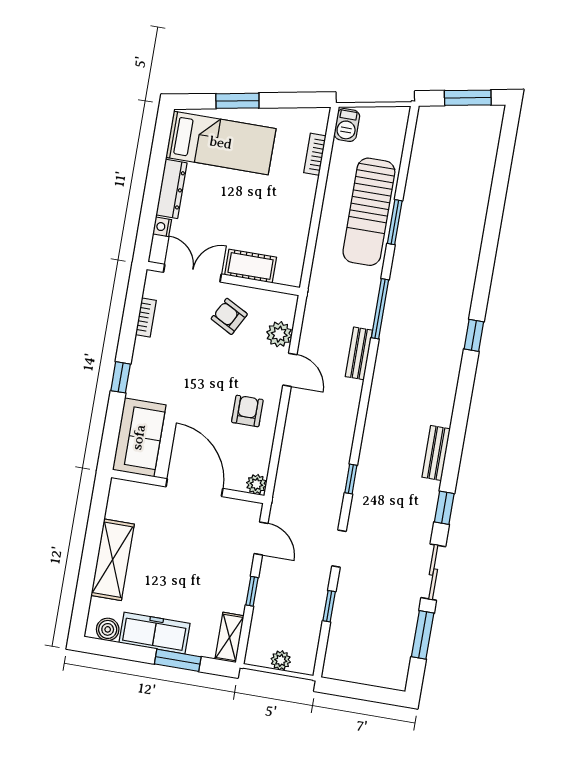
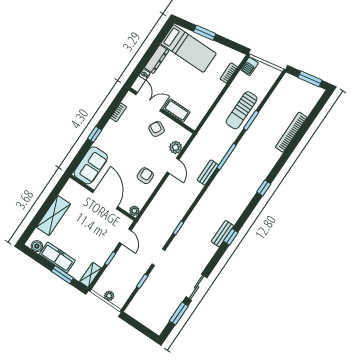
bookcase: (478, 211) -> (291, 132), added
sun lounger: (369, 212) -> (242, 110), width x0.73, depth x0.75
window: (444, 508) -> (231, 237), moved

